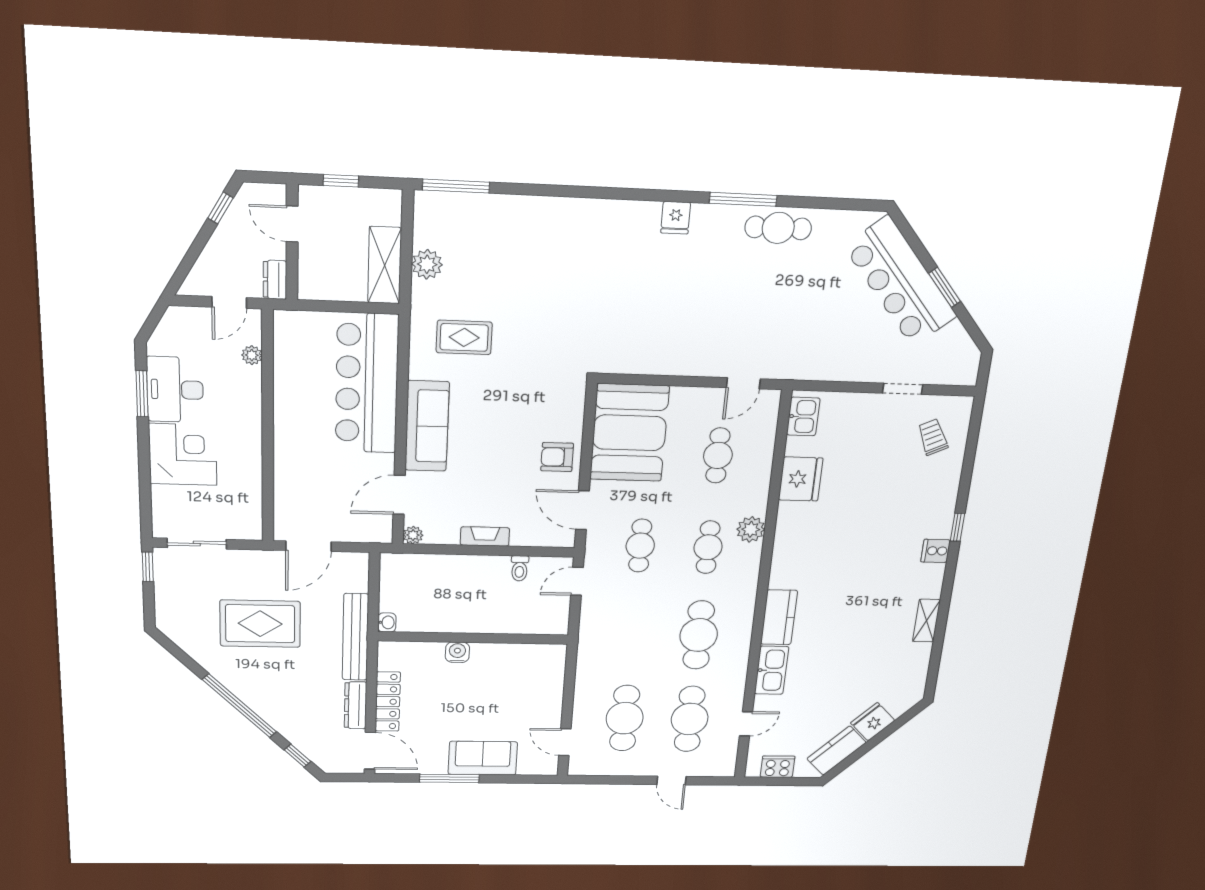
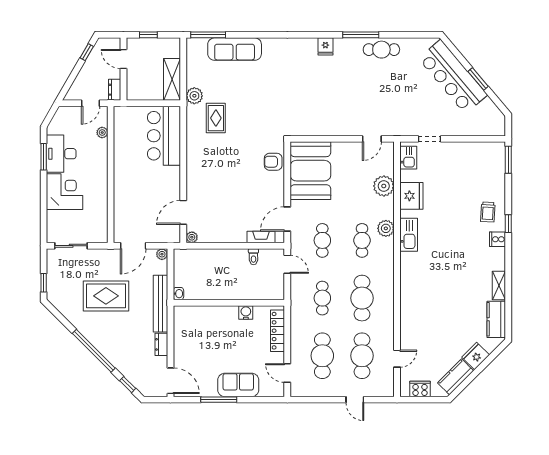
plant: (427, 264) -> (194, 96), moved
rug: (464, 337) -> (216, 118), turned 90
bar counter: (367, 383) -> (164, 136), width x0.73
doorway: (903, 389) -> (430, 139), moved
sofa: (427, 426) -> (235, 49), moved, turned 90
window: (975, 426) -> (508, 160), added
trolley: (933, 437) -> (488, 212), moved, turned -152
cafe table: (718, 455) -> (322, 298), moved
armchair: (557, 457) -> (273, 162), moved
plant: (755, 462) -> (384, 186), added
door: (582, 510) -> (287, 219), hinge flipped
fireplace: (485, 536) -> (261, 237), moved
plant: (360, 561) -> (162, 254), added
window: (148, 567) -> (44, 283), moved
door: (577, 581) -> (287, 264), swing flipped
kitchen counter: (779, 617) -> (496, 319), moved, turned 180
water cooler: (457, 652) -> (246, 312), moved
kitchen sink: (772, 670) -> (409, 235), moved
locker: (388, 702) -> (278, 331), moved, turned 180
dresser: (355, 705) -> (161, 344), width x0.70

